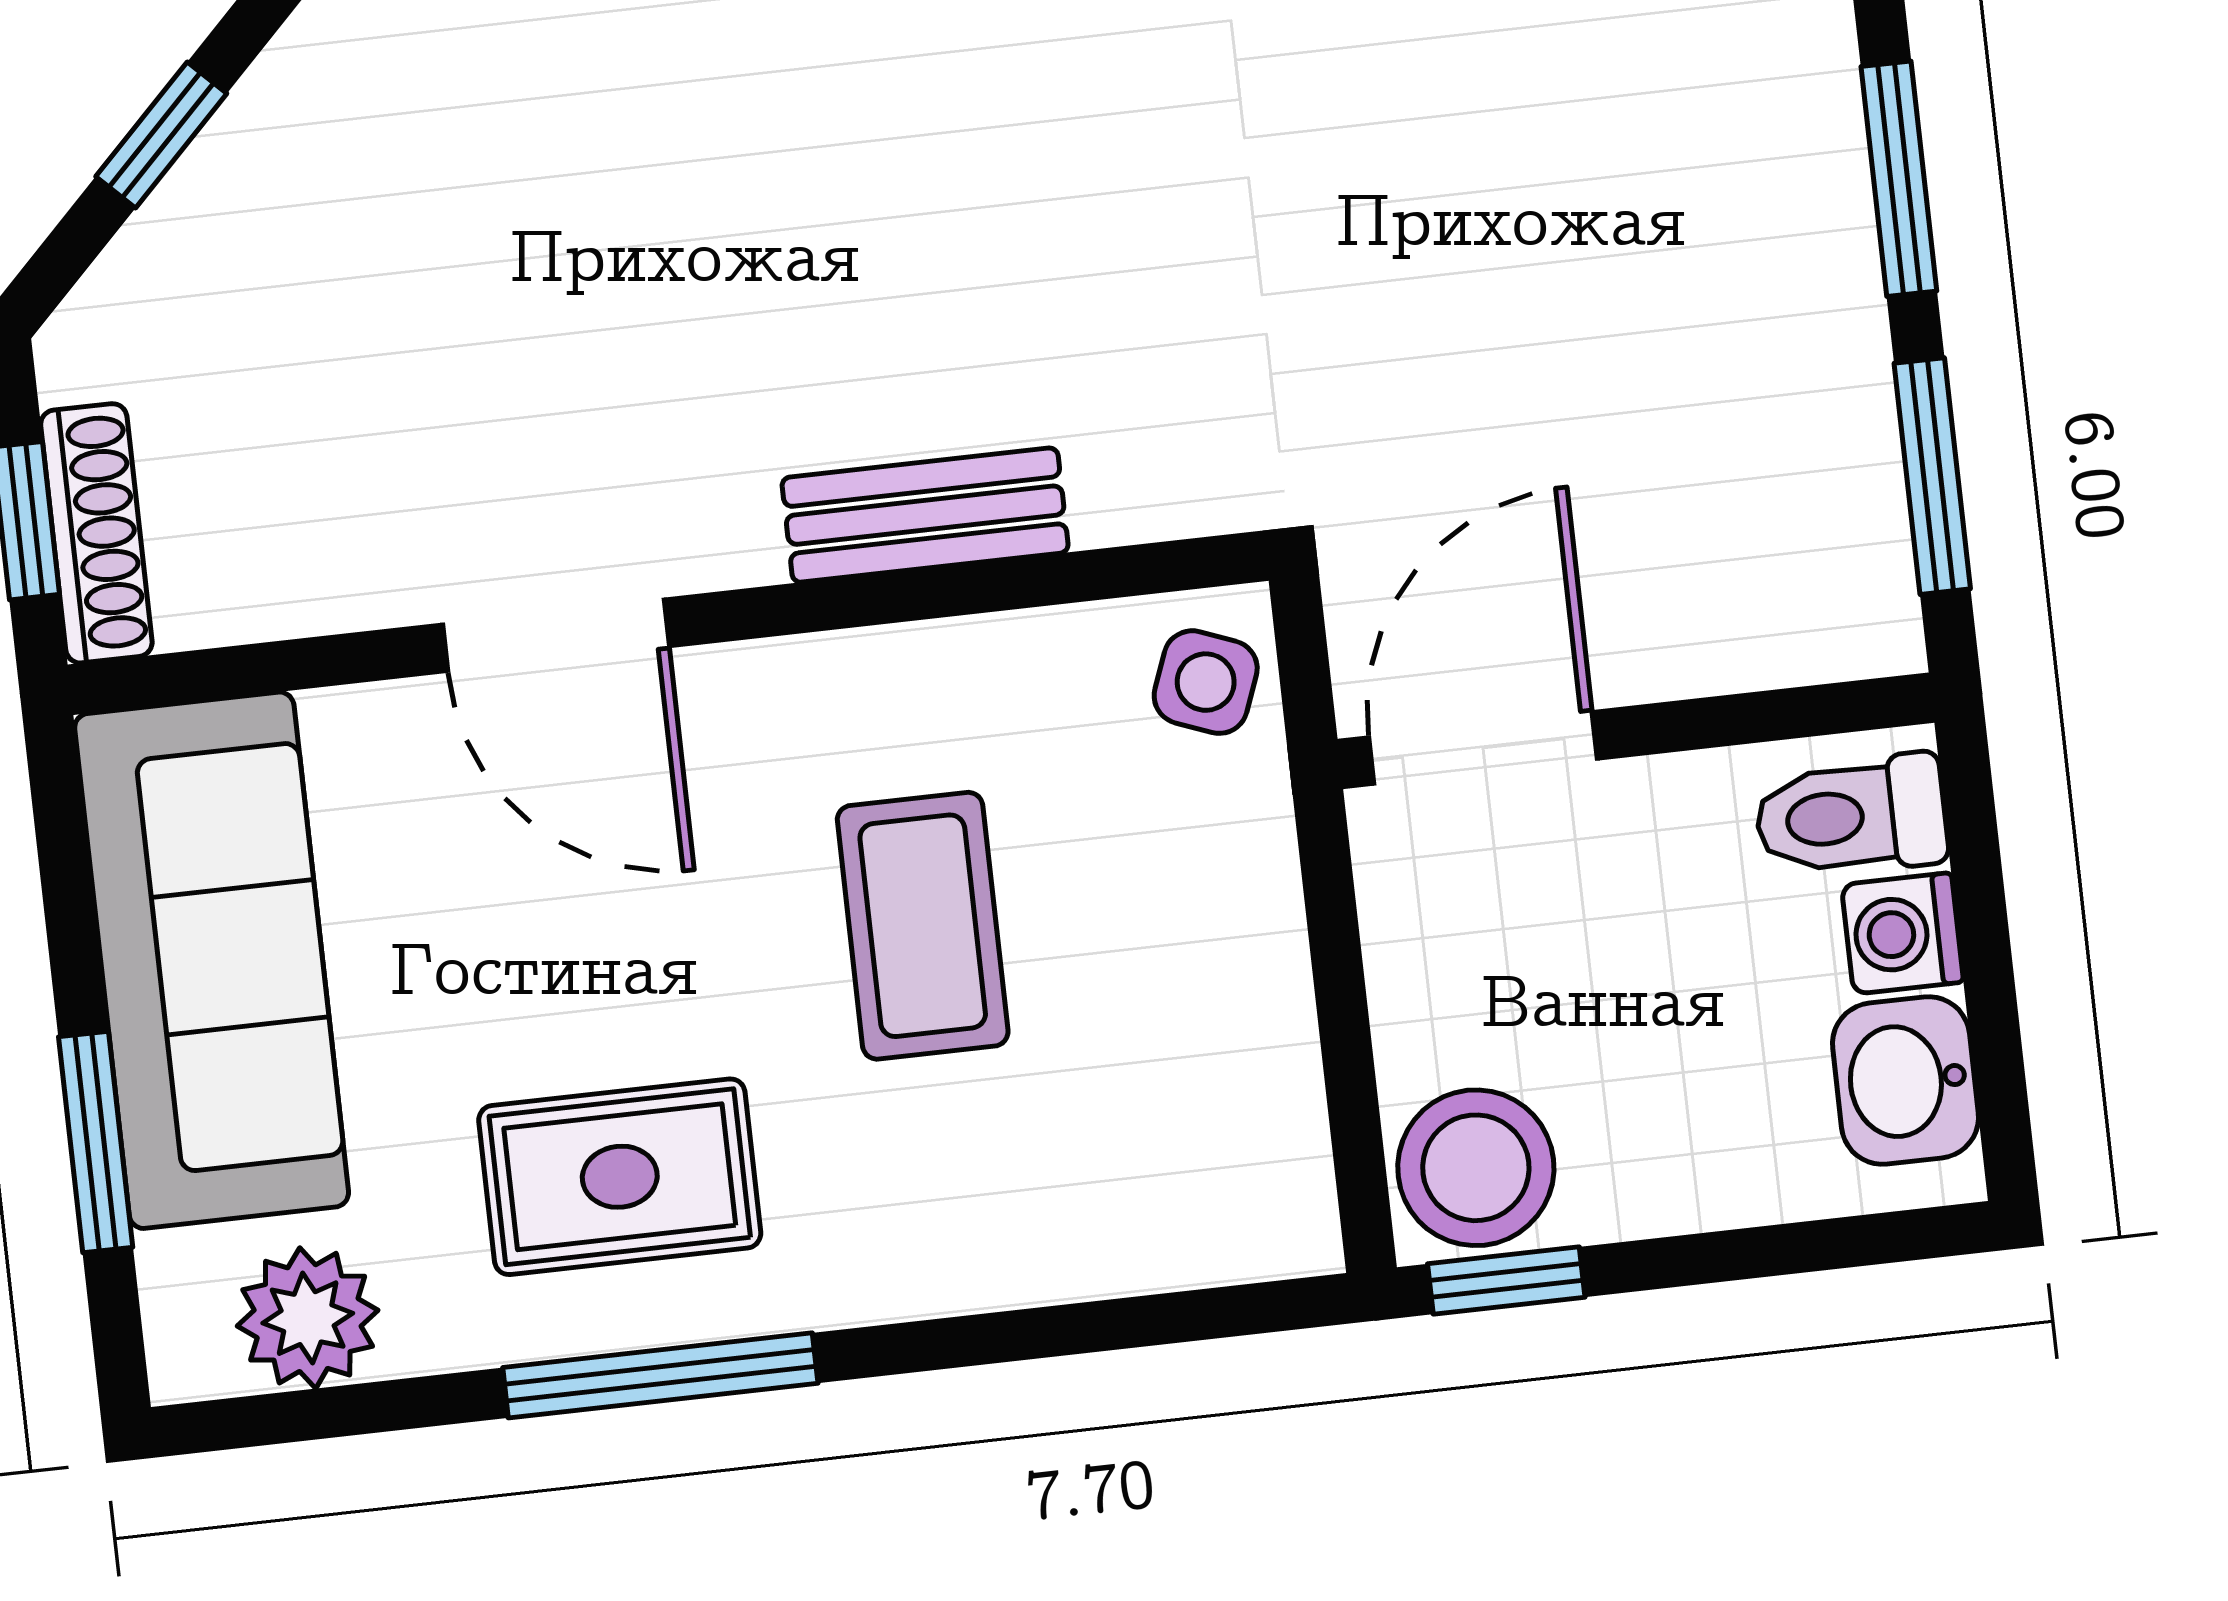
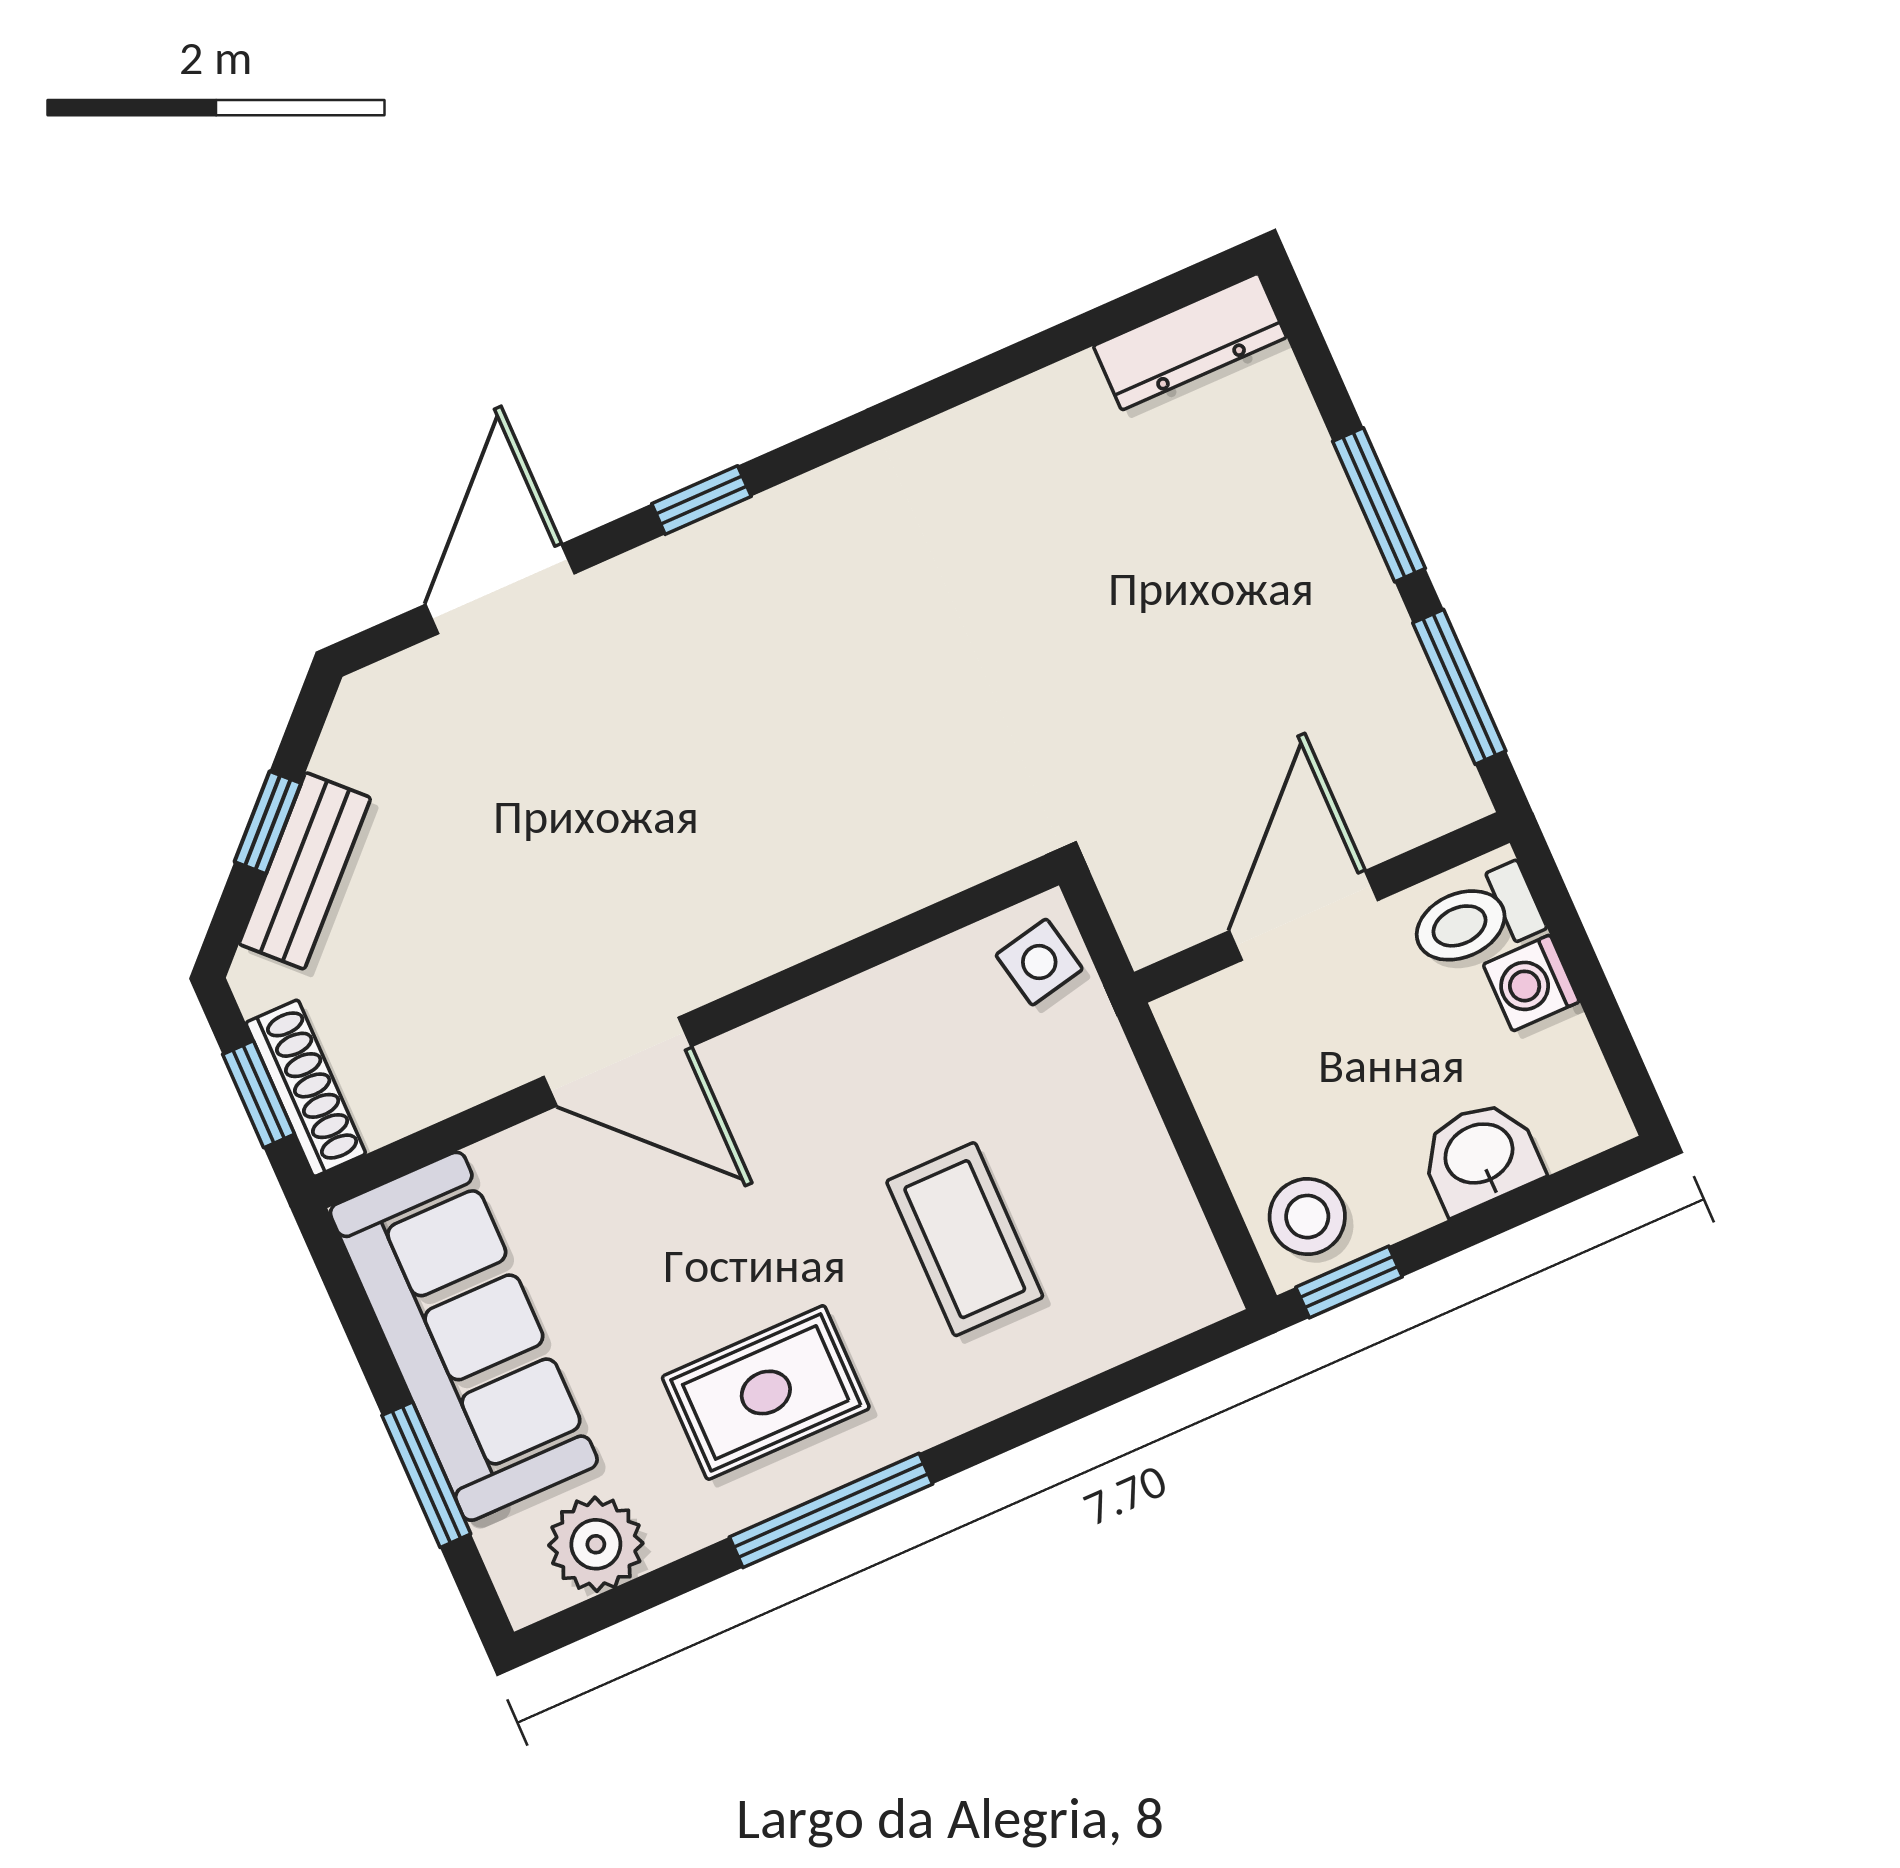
bench: (925, 515) -> (305, 871), moved, turned -45
side table: (1206, 682) -> (1039, 962), turned -33
door: (1483, 748) -> (1304, 916), moved
coffee table: (923, 926) -> (965, 1239), moved
washbasin: (1906, 1081) -> (1480, 1156), moved, turned 90
stool: (1476, 1168) -> (1307, 1217), width x0.73, depth x0.73

